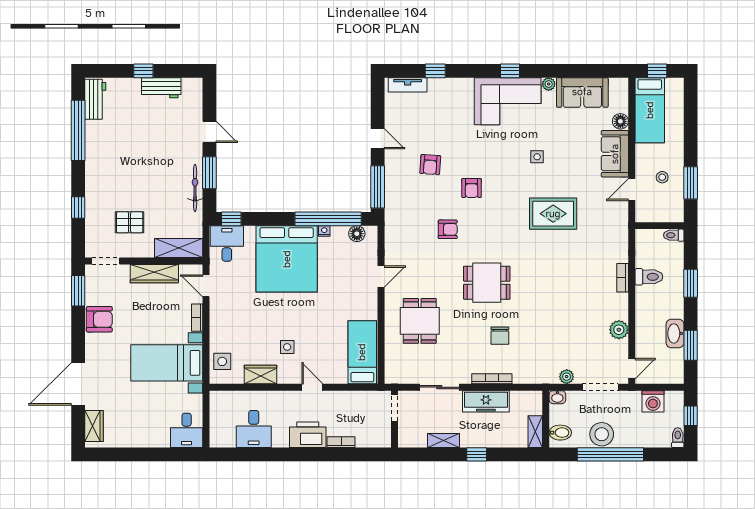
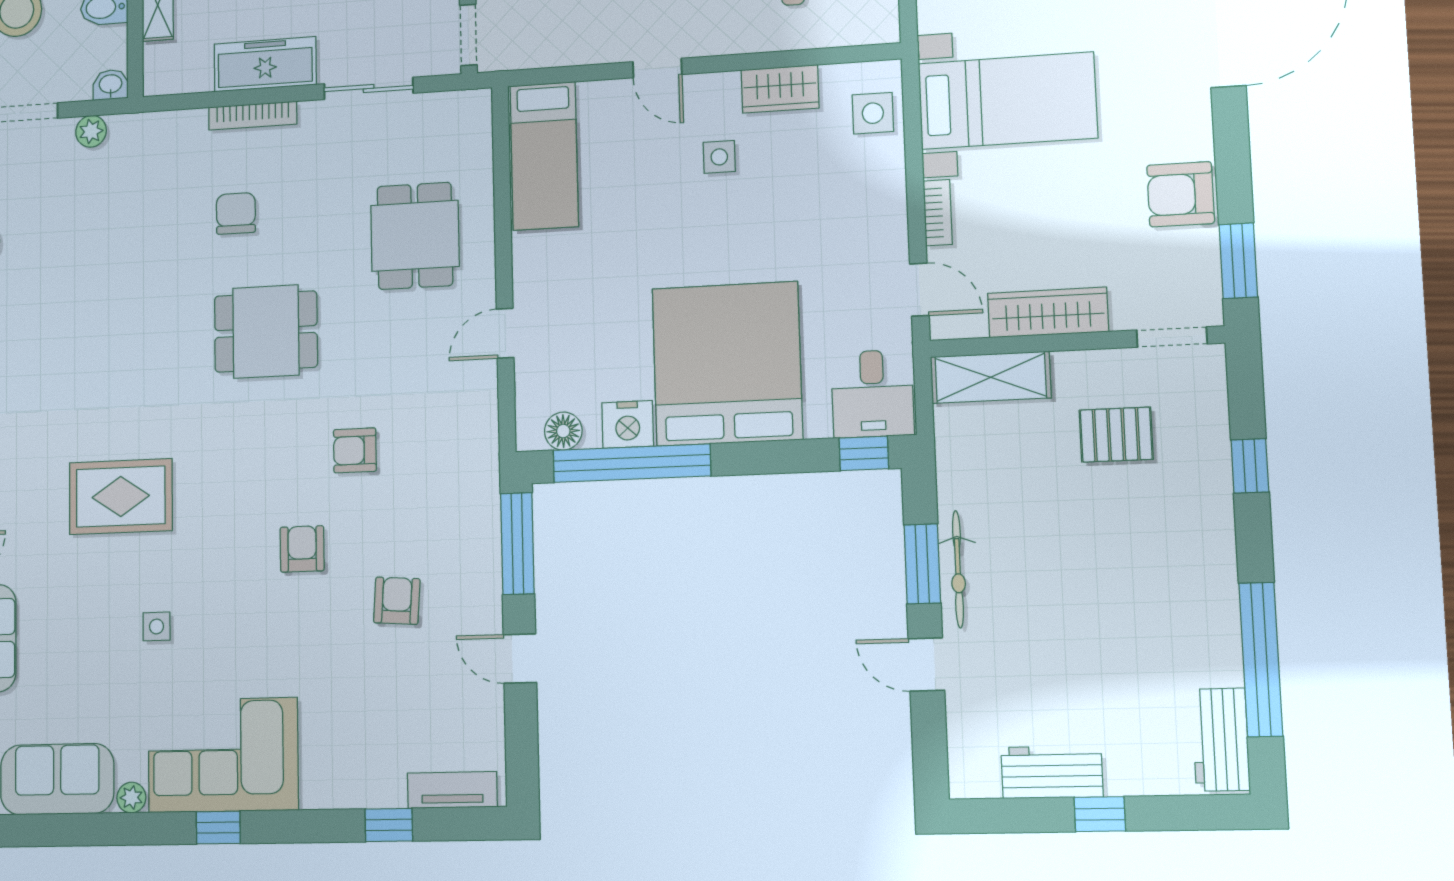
bicycle: (195, 188) -> (958, 569), moved
nightstand: (324, 231) -> (628, 424), width x1.89, depth x1.79

